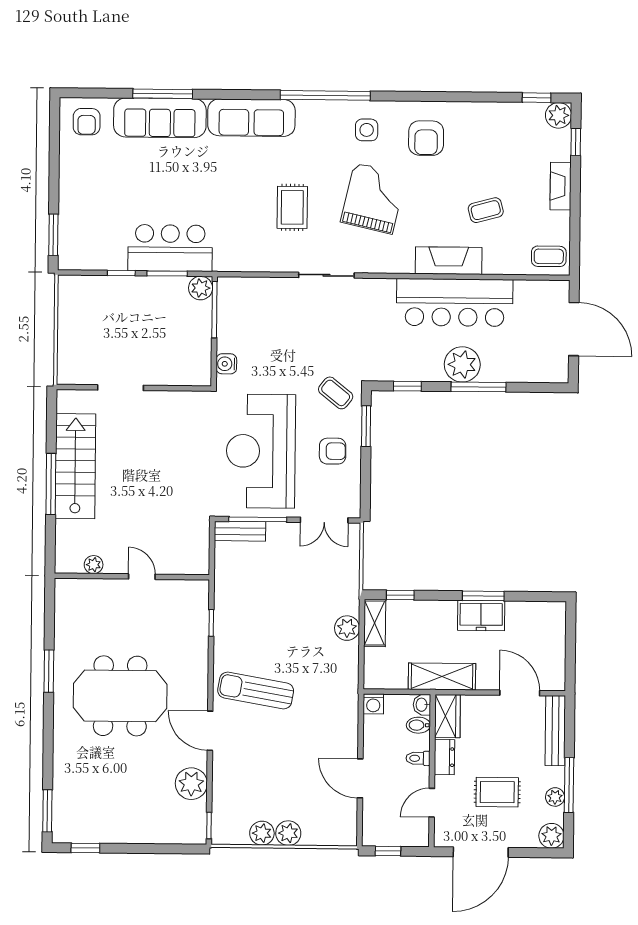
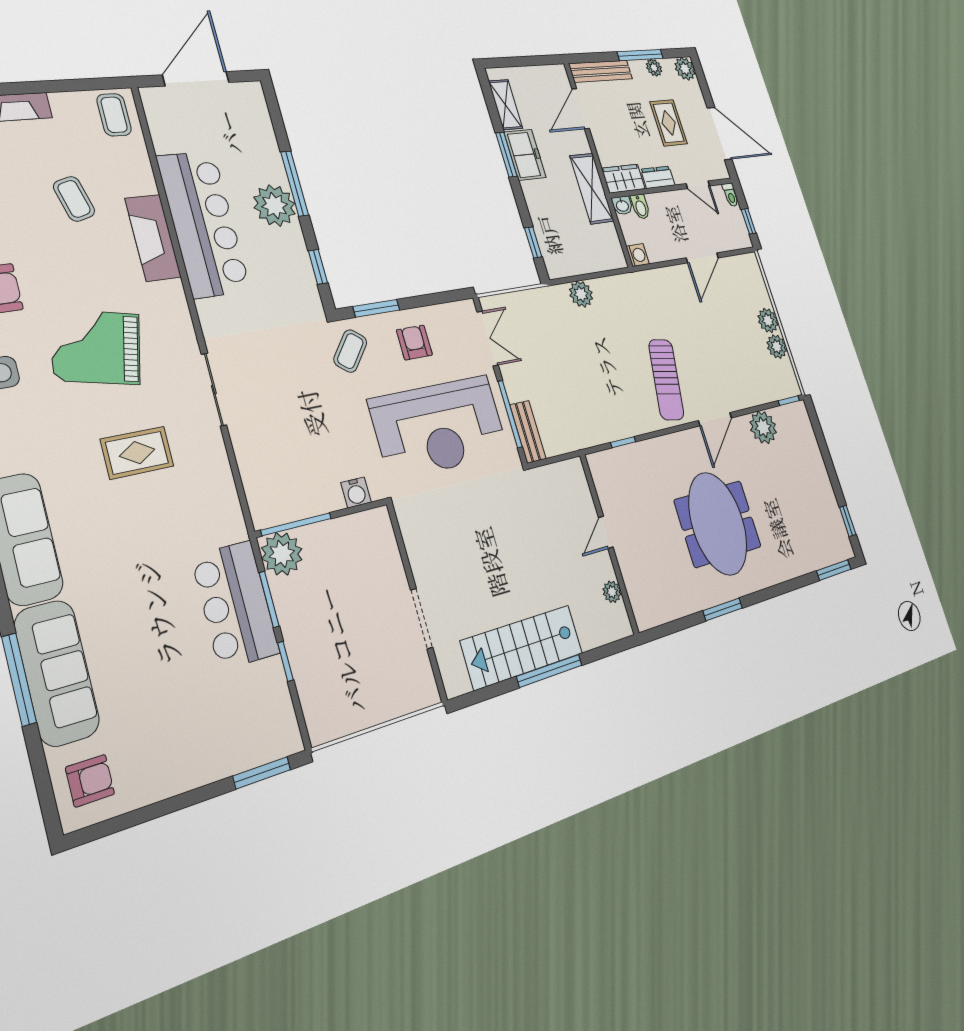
plant: (201, 288) -> (282, 554), width x1.36, depth x1.36
shelving: (375, 623) -> (505, 105), moved, turned 90
toilet: (418, 758) -> (731, 195), moved

